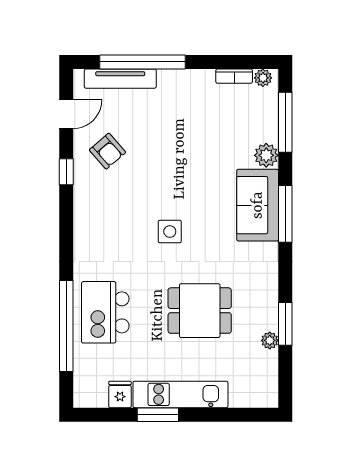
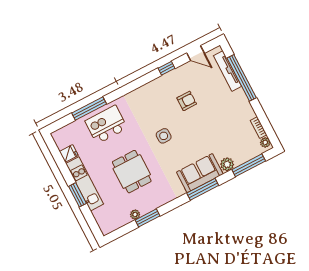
armchair: (107, 151) -> (187, 101), moved, turned -139
window: (66, 326) -> (89, 109), width x0.68
window: (158, 415) -> (77, 195), moved

